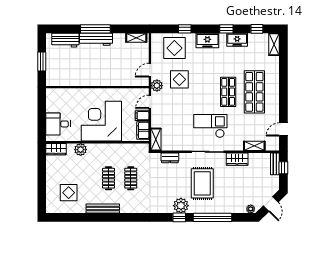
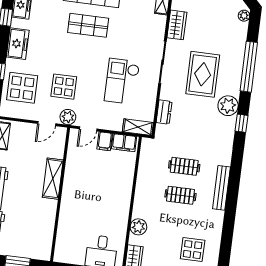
door: (150, 70) -> (47, 124), hinge flipped
shelving: (109, 80) -> (53, 179), added
door: (150, 102) -> (88, 129), hinge flipped
corner desk: (101, 121) -> (105, 195), removed
checkout: (210, 126) -> (122, 81), moved
rug: (202, 183) -> (203, 74), turned 90
bench: (103, 209) -> (221, 188), moved
window: (179, 217) -> (241, 123), moved

